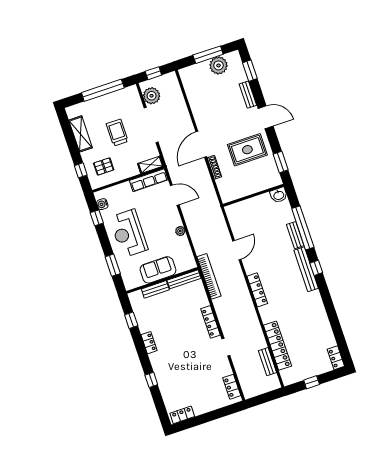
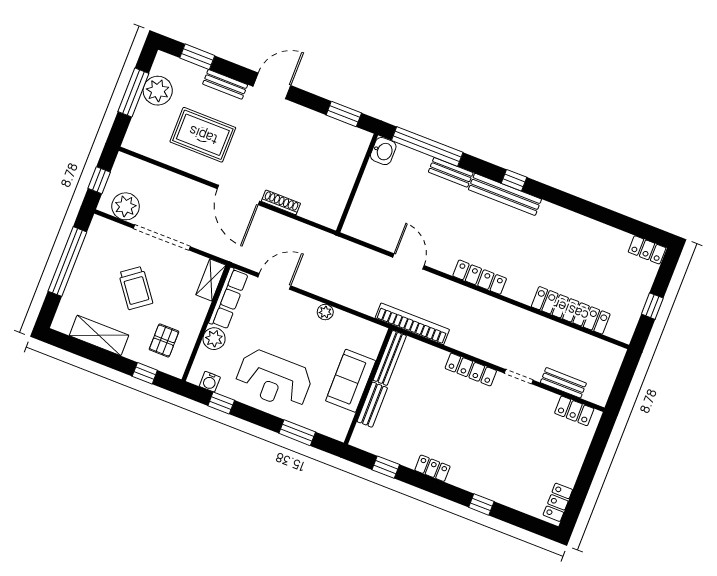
trolley: (117, 133) -> (136, 288), turned -127
rug: (247, 150) -> (203, 135), moved, turned 90
plant: (124, 189) -> (214, 339), added
window: (303, 228) -> (427, 146), moved
bench: (268, 362) -> (563, 383), moved

